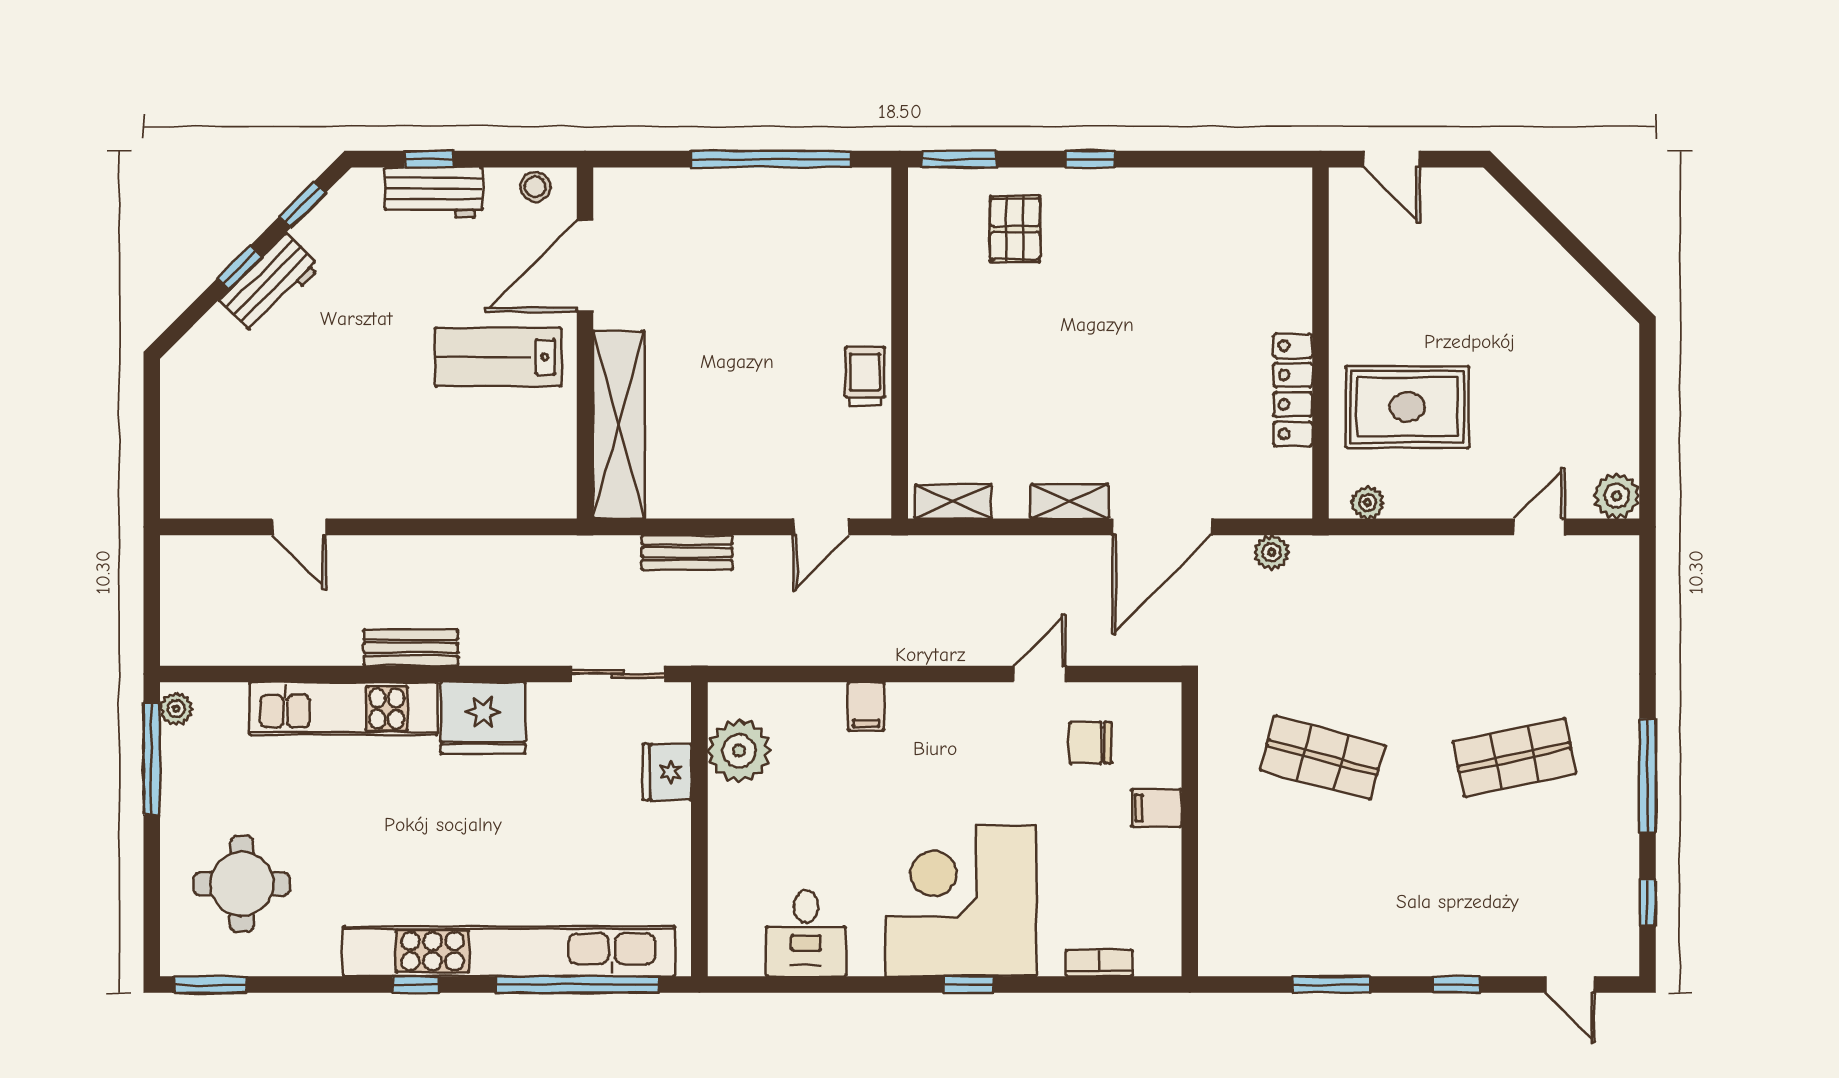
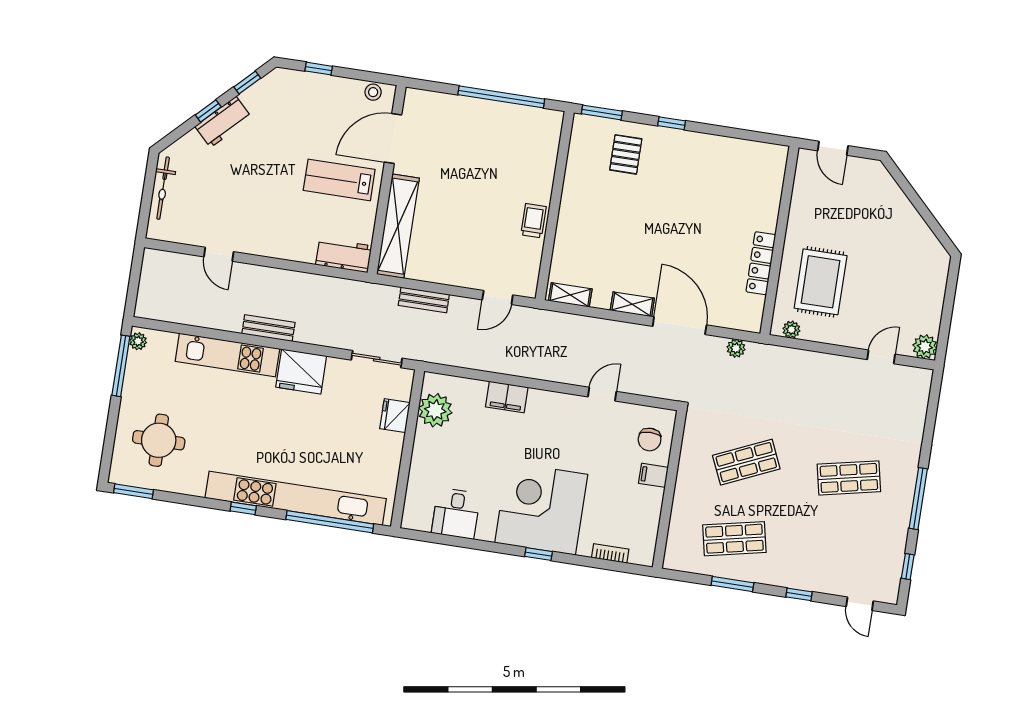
workbench: (434, 193) -> (344, 255), moved, turned 180
rug: (1407, 407) -> (821, 282), turned 90
bicycle: (178, 422) -> (163, 188), added
door: (1162, 527) -> (680, 326), swing flipped
filing cabinet: (866, 706) -> (507, 397), width x2.00
chair: (1090, 743) -> (650, 439), moved, turned -90
shop shelf: (1323, 758) -> (746, 462), turned -39
shop shelf: (1323, 901) -> (734, 539), added

